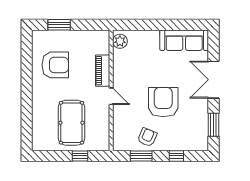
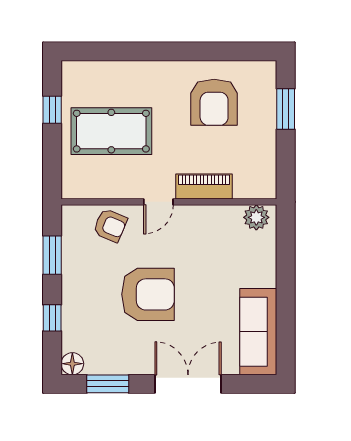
armchair: (147, 137) -> (110, 225), moved
floor lamp: (202, 145) -> (72, 364), added
window: (80, 156) -> (52, 110), moved

